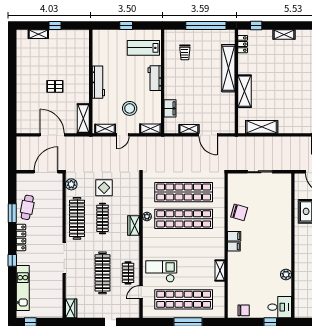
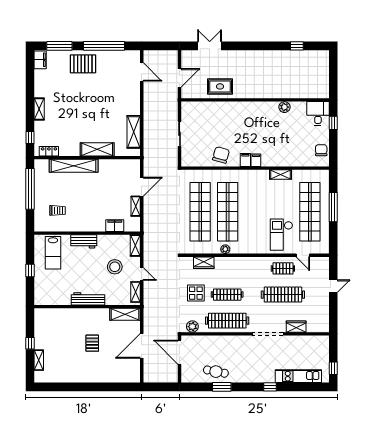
wardrobe: (134, 226) -> (204, 263), moved
locker: (21, 237) -> (247, 378), removed
wardrobe: (71, 308) -> (296, 327), moved

